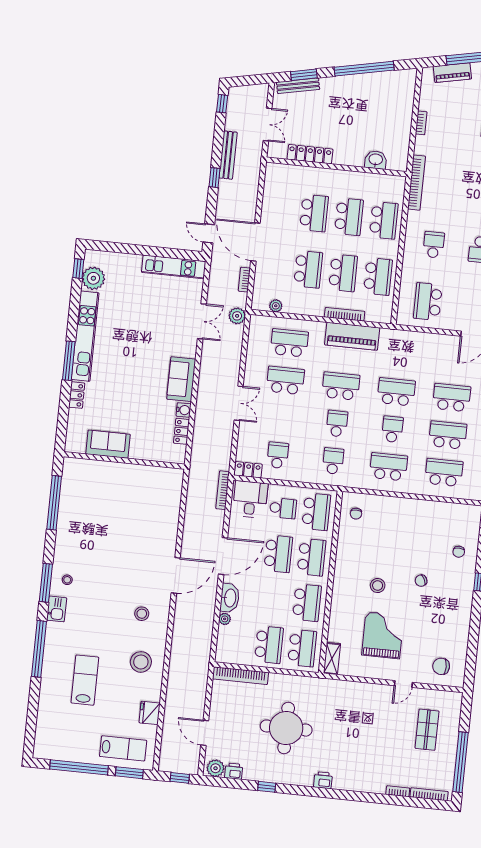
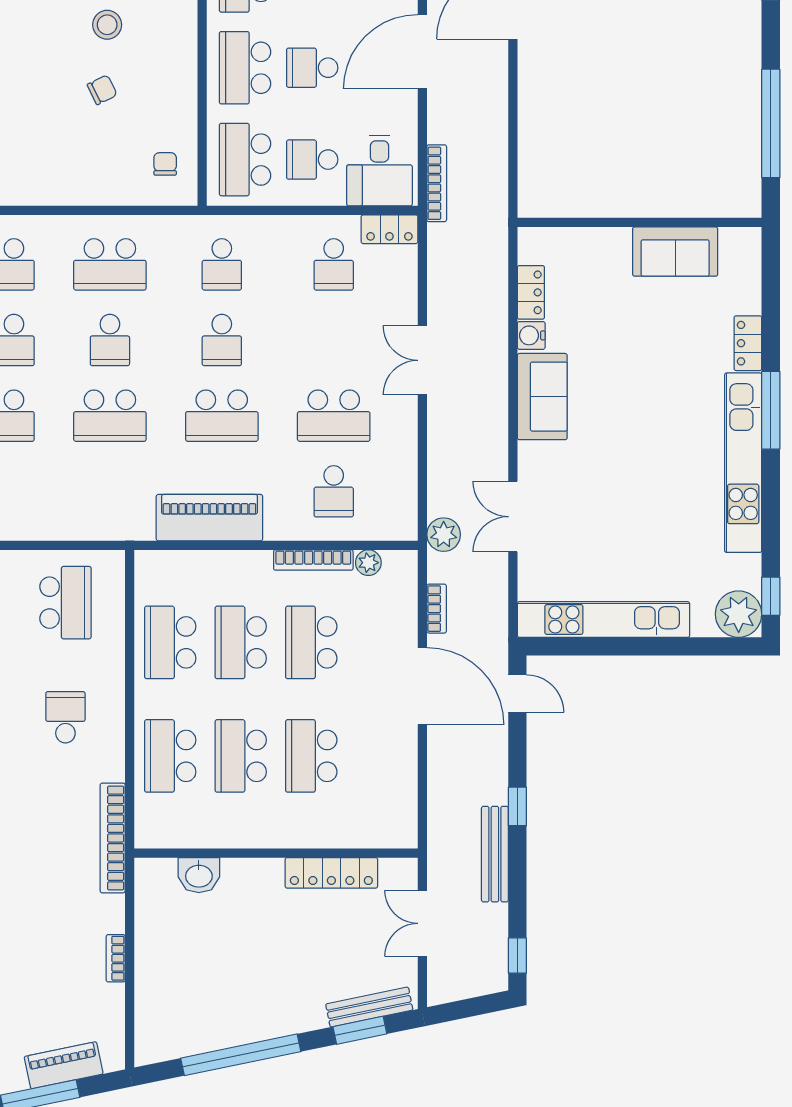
school desk: (434, 245) -> (65, 717), turned 180
kitchen unit: (174, 267) -> (604, 620), width x1.36
plant: (93, 278) -> (739, 614), moved
bookcase: (345, 314) -> (313, 560), moved
school desk: (289, 343) -> (334, 491), width x0.54
school desk: (278, 554) -> (312, 68), width x0.54
chair: (421, 581) -> (102, 90), moved

